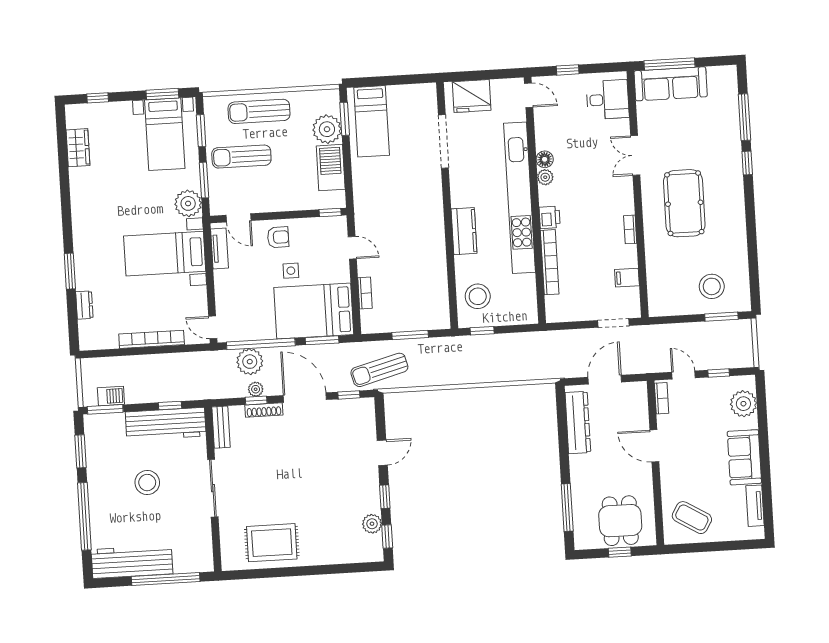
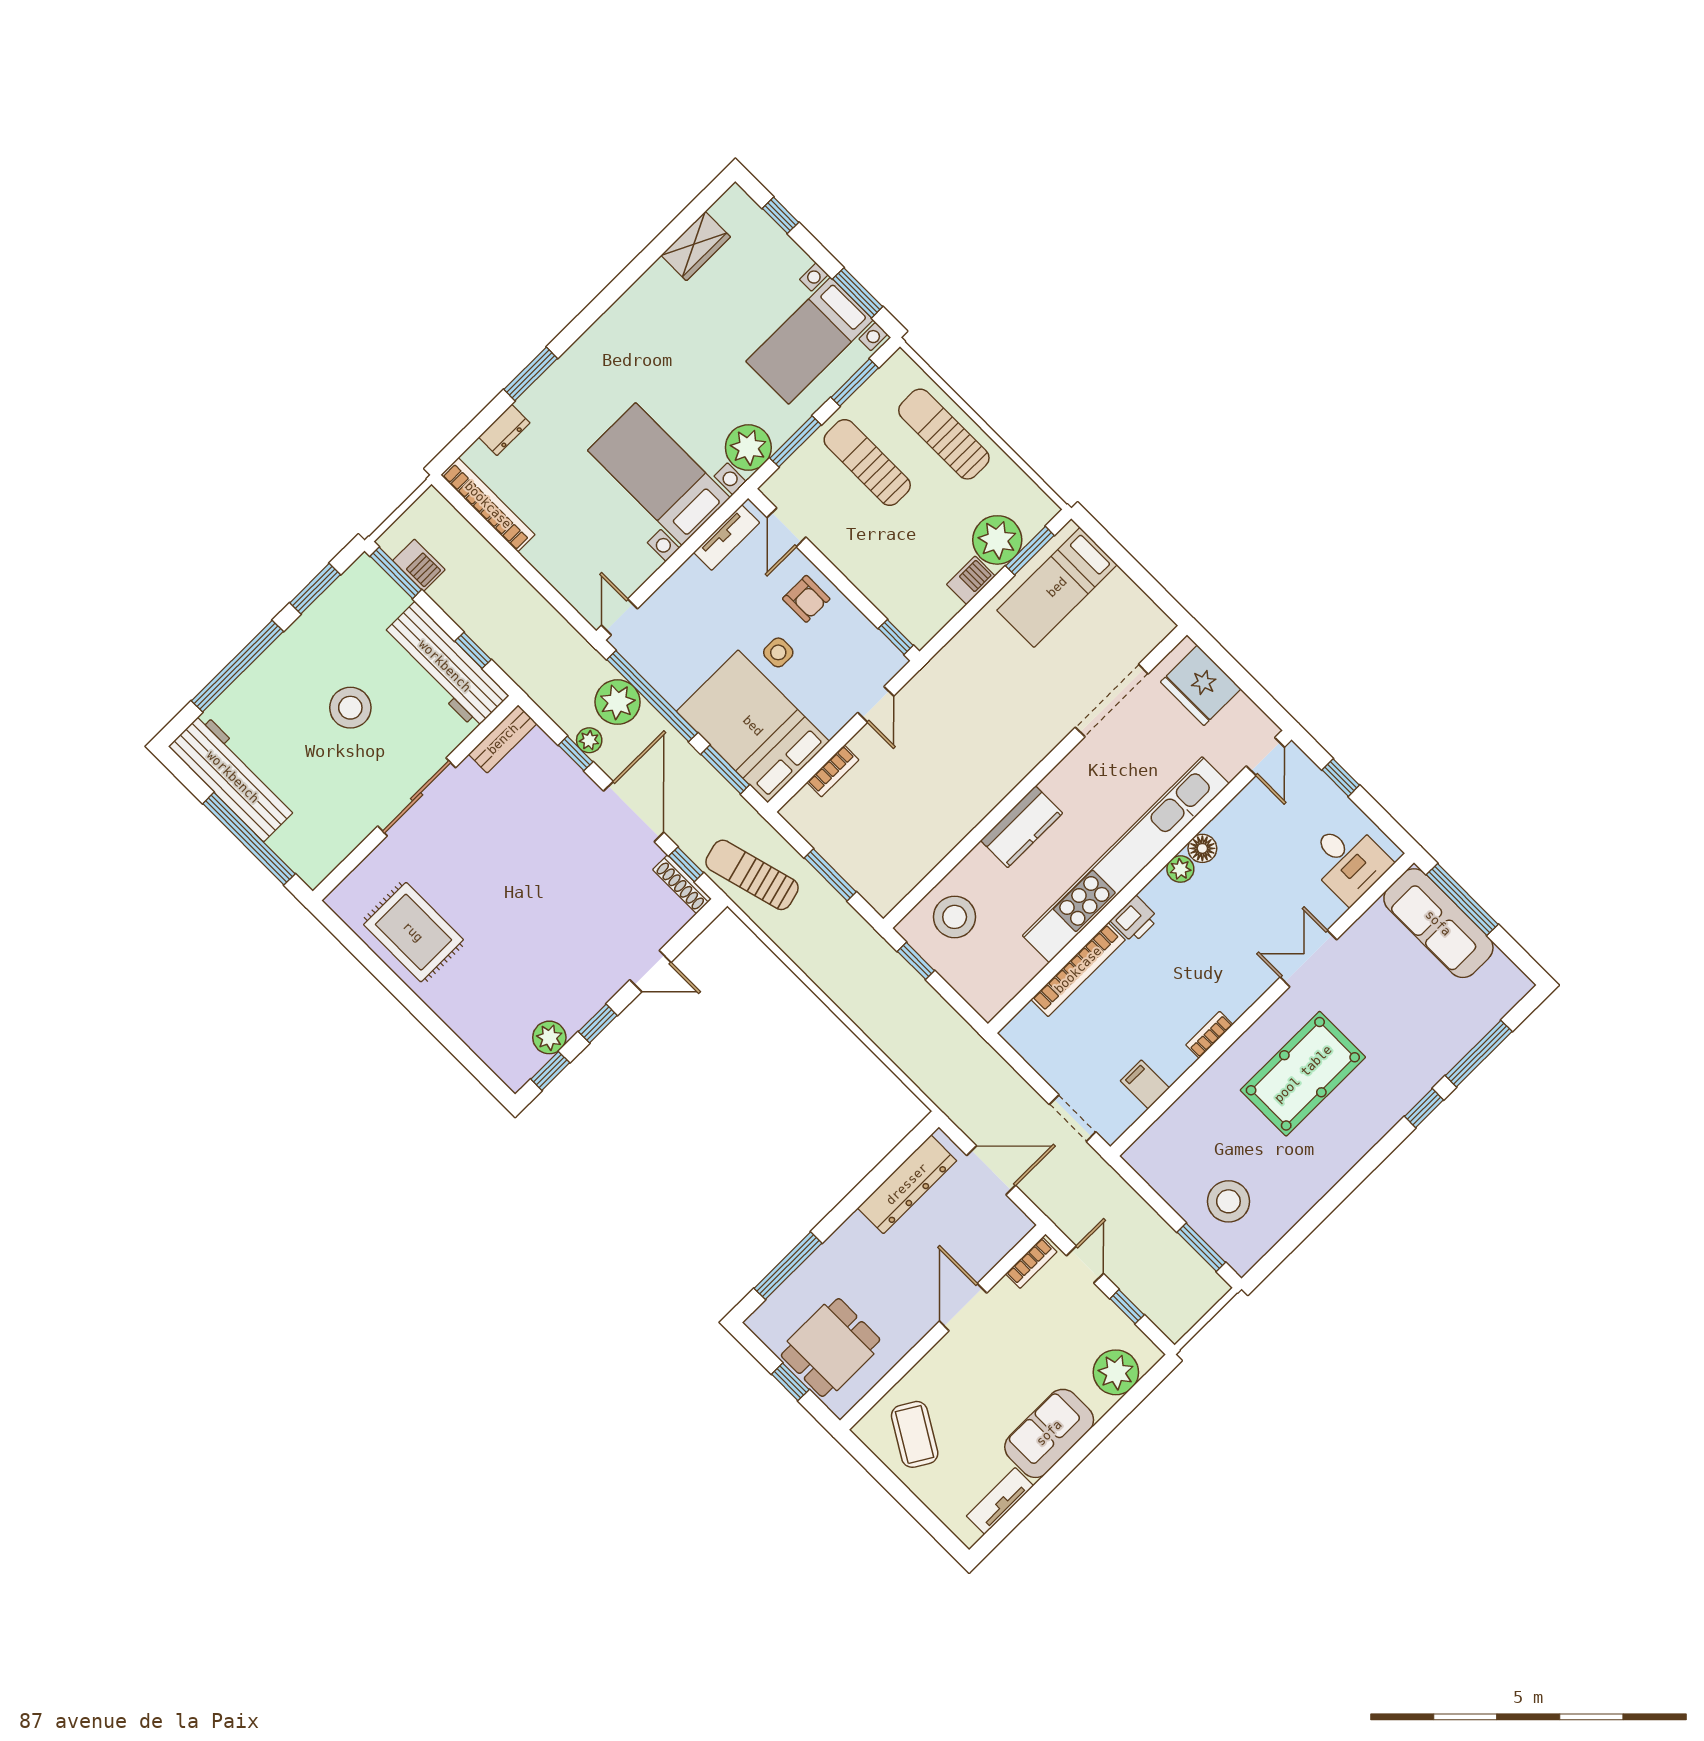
barbecue: (331, 168) -> (971, 580), width x0.53, depth x0.65
bookcase: (152, 339) -> (488, 505), moved
shoe rack: (264, 410) -> (682, 884), moved

